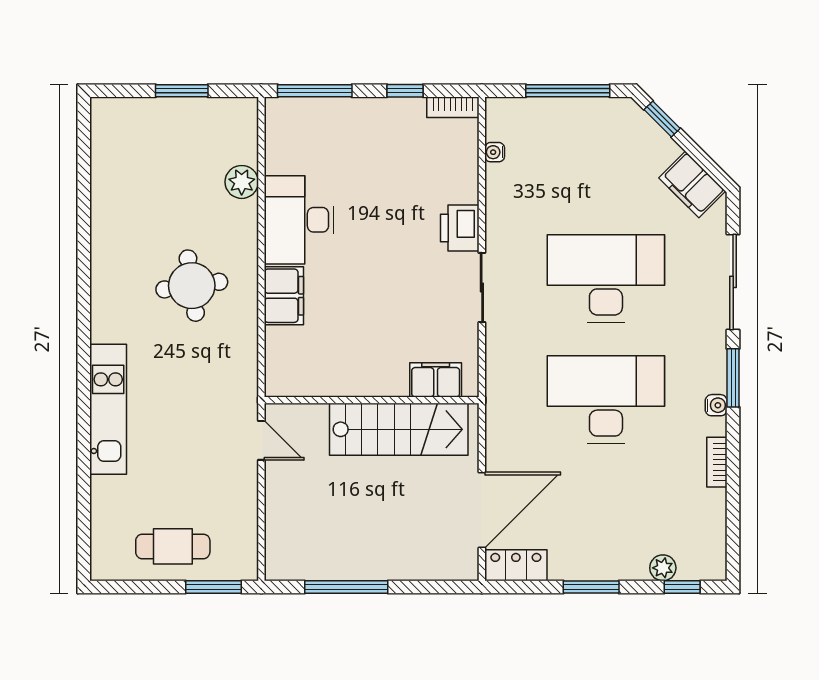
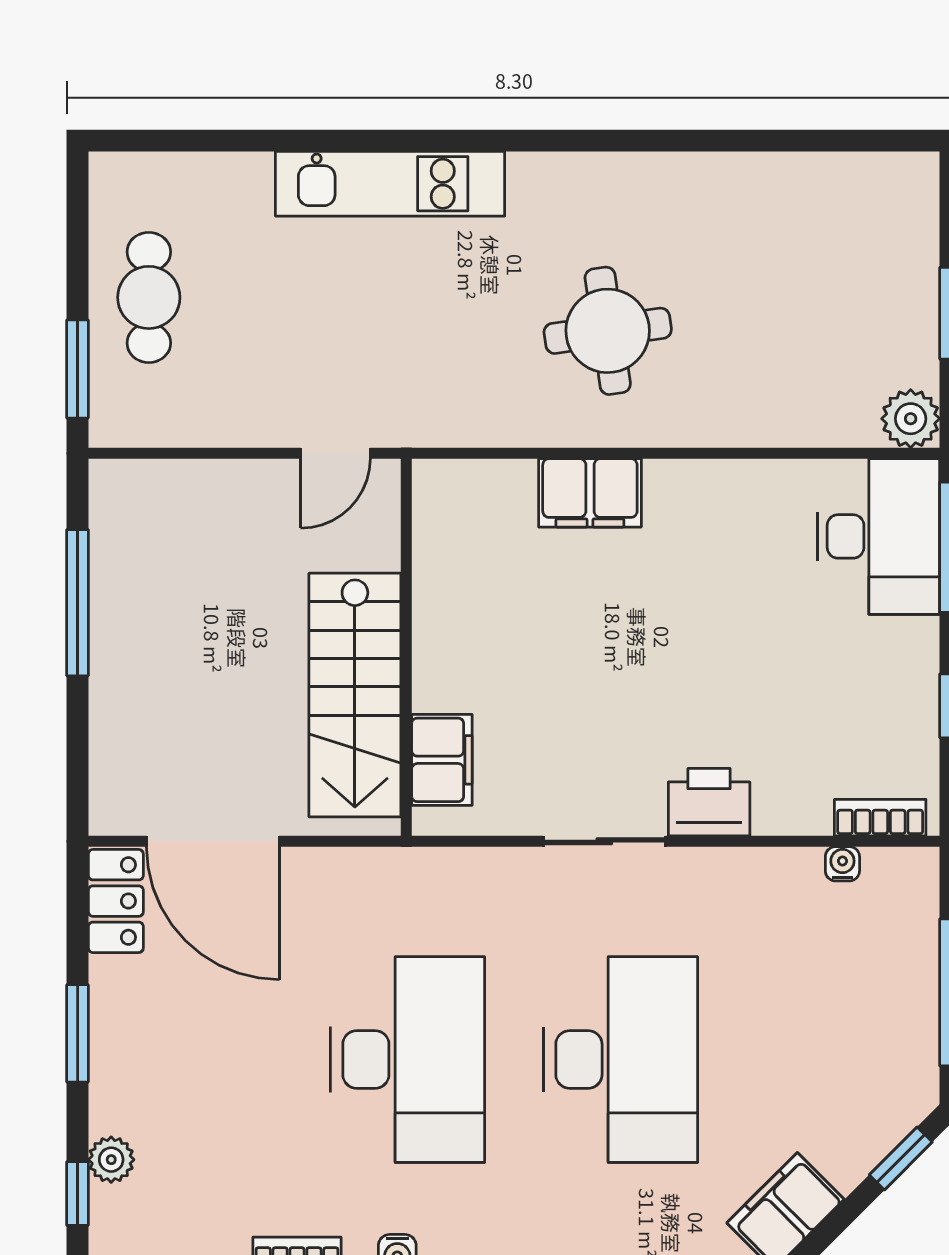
bookcase: (453, 107) -> (880, 818), moved, turned 90
plant: (242, 182) -> (911, 419), moved
desk: (299, 220) -> (879, 536), moved, turned 90

